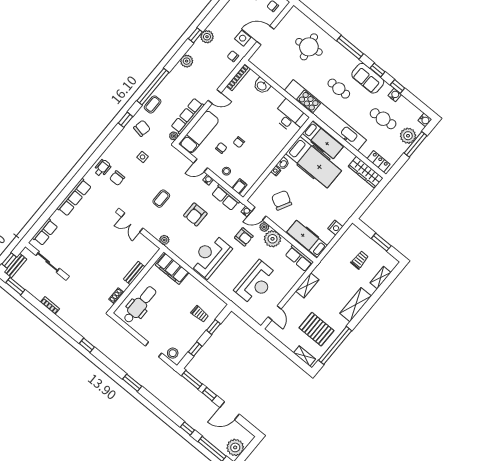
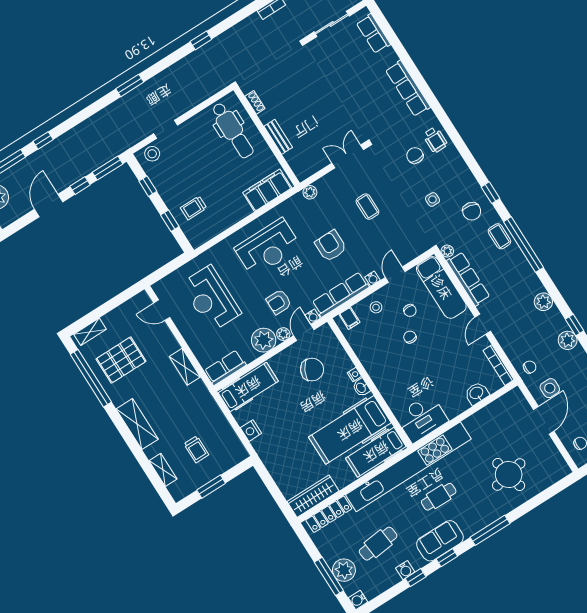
locker: (379, 161) -> (329, 514), width x1.53
row of seats: (226, 197) -> (341, 295), width x1.48
reception desk: (210, 256) -> (268, 248), turned 90

